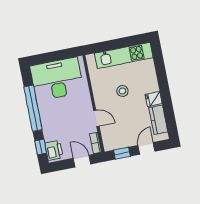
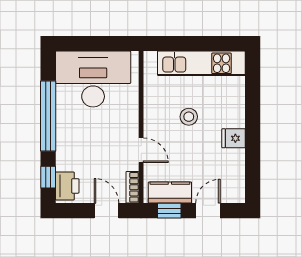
kitchen counter: (158, 120) -> (170, 193), moved, turned 90

